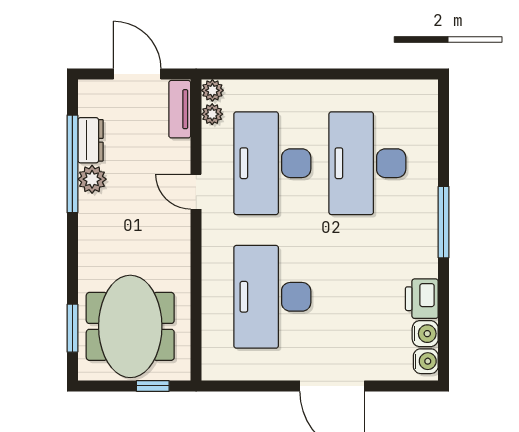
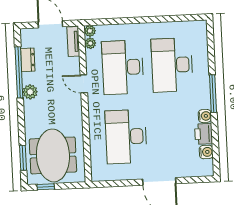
plant: (92, 179) -> (30, 92), moved
water cooler: (426, 361) -> (205, 116), moved
window: (153, 386) -> (46, 187), moved

